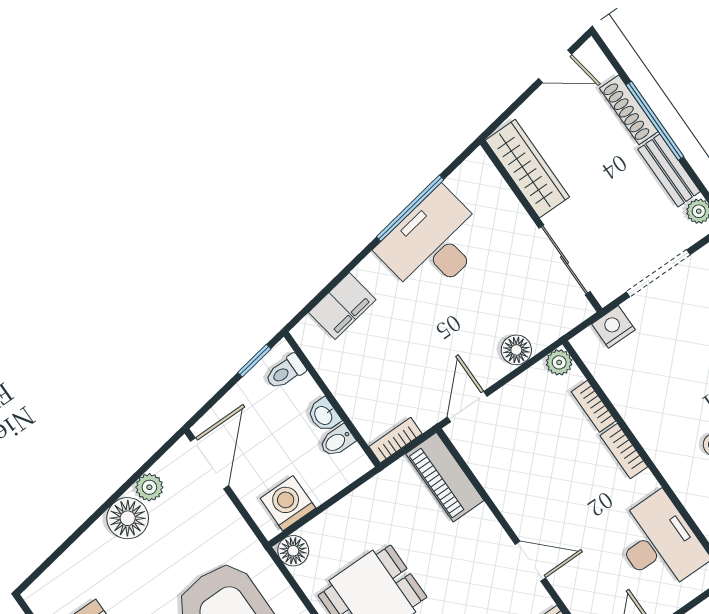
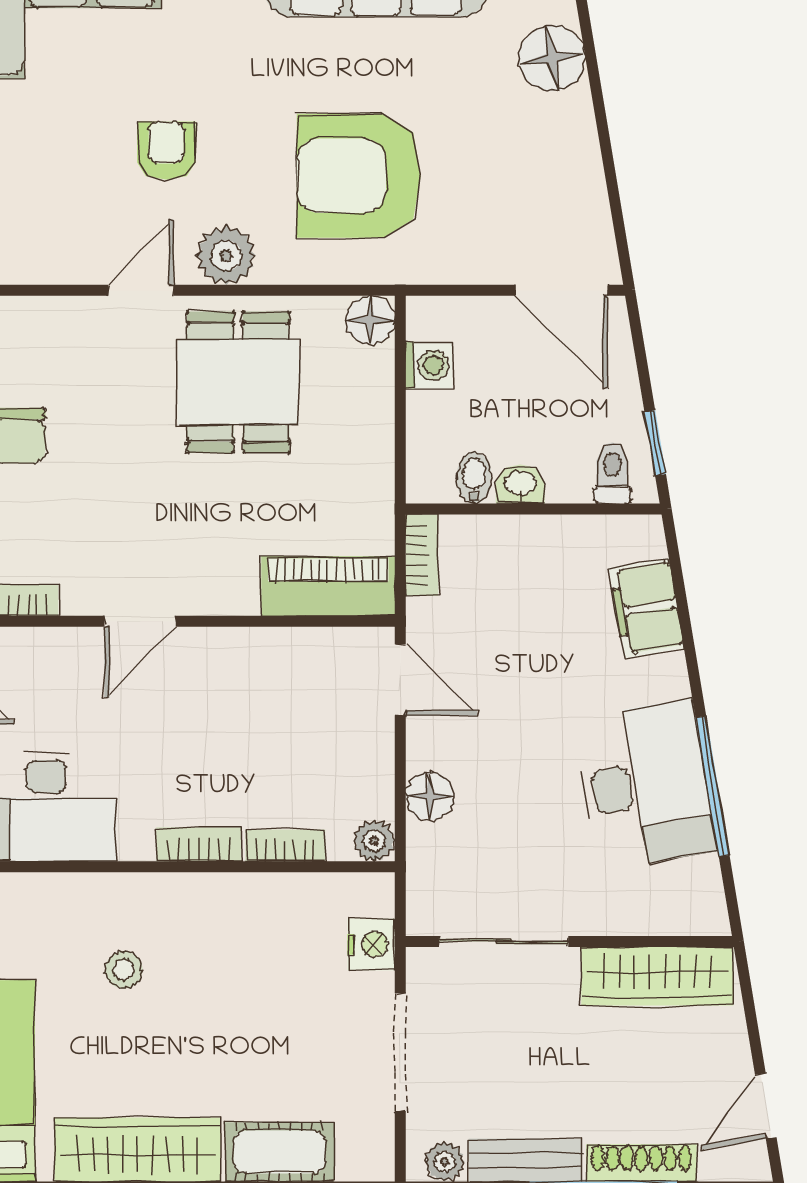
plant: (149, 487) -> (585, 190), removed
washing machine: (288, 503) -> (429, 365), width x0.73, depth x0.73
floor lamp: (128, 518) -> (552, 58), moved

